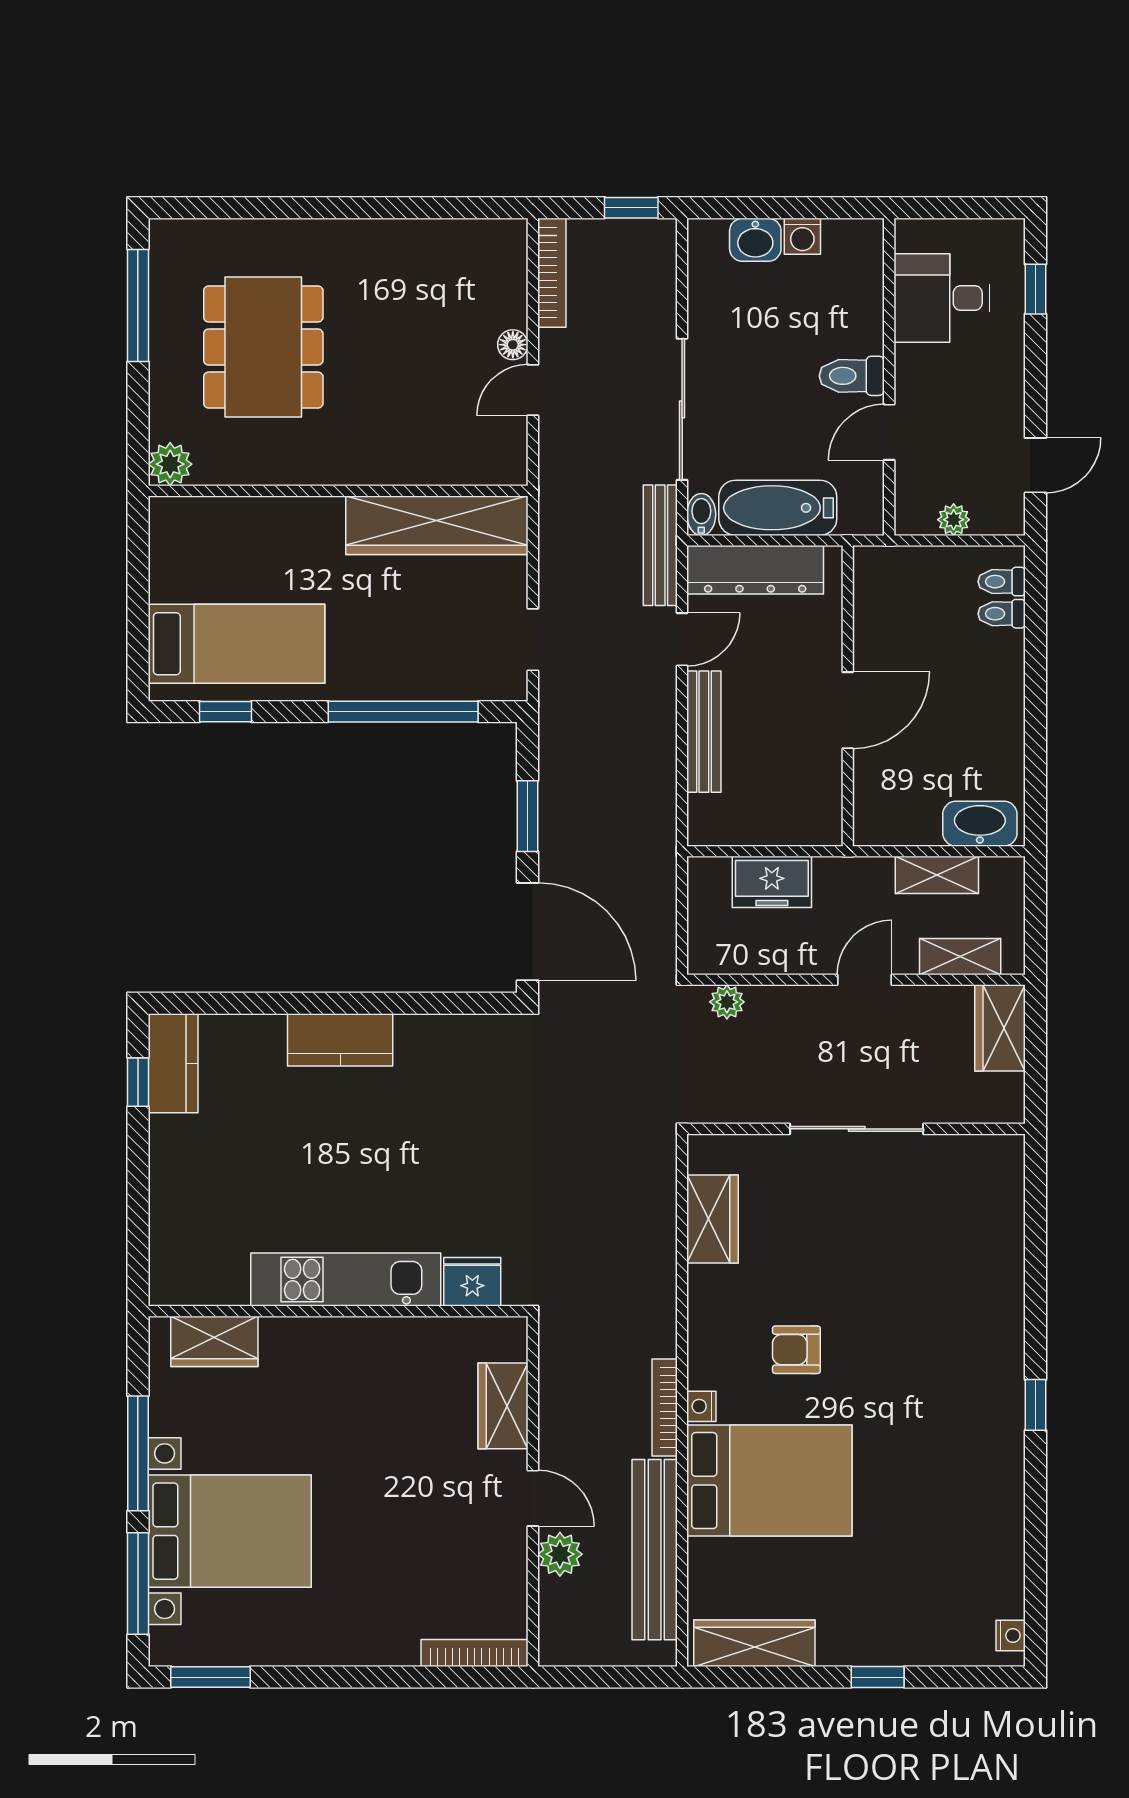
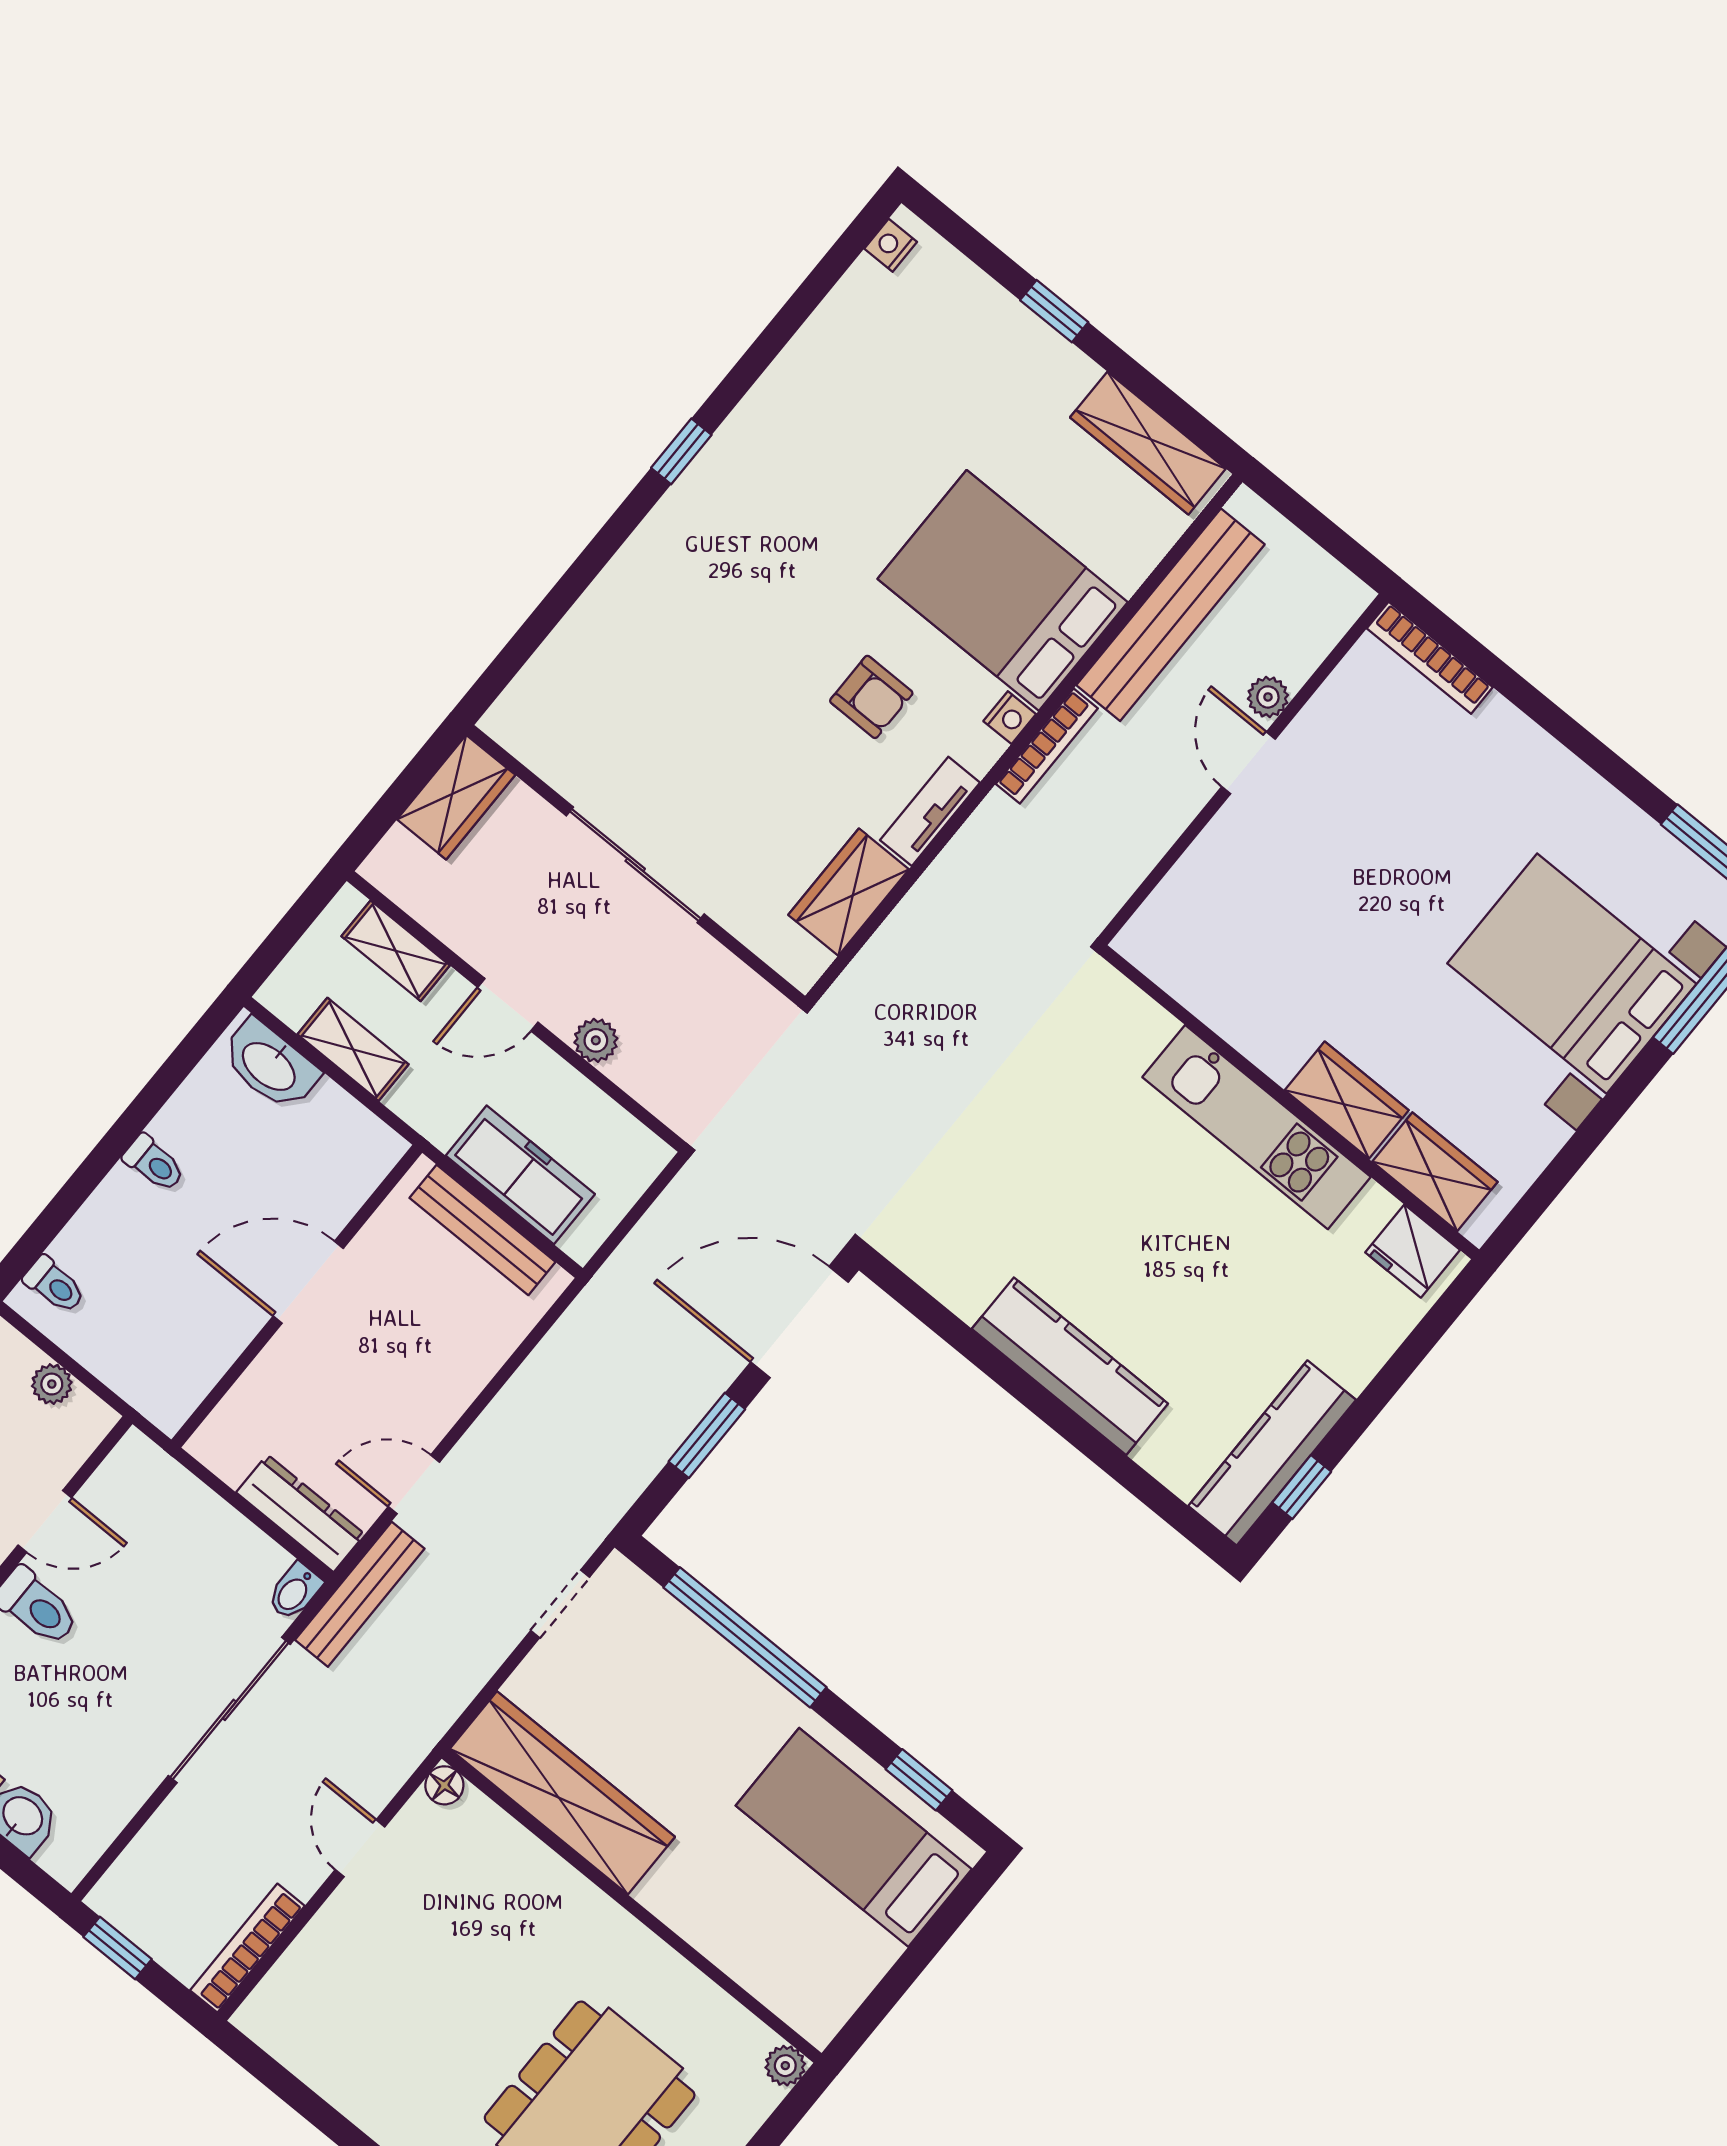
floor lamp: (513, 345) -> (444, 1785), moved
door: (533, 390) -> (360, 1848), swing flipped
plant: (170, 464) -> (785, 2066), width x0.73, depth x0.73
bathtub: (778, 508) -> (215, 1537), removed
dresser: (755, 570) -> (300, 1513), width x0.73, depth x0.80
toilet: (1002, 614) -> (154, 1163), moved
bench: (704, 732) -> (482, 1230), moved, turned 90
freezer: (772, 882) -> (520, 1175), width x1.40
door: (527, 932) -> (800, 1322), hinge flipped
plant: (727, 1002) -> (596, 1040), moved
wardrobe: (1000, 1028) -> (456, 797), moved
kitchen counter: (340, 1040) -> (1070, 1366), width x1.50
kitchen counter: (173, 1063) -> (1272, 1453), width x1.50
fridge: (472, 1282) -> (1413, 1251), moved
tv unit: (703, 1309) -> (930, 811), added
wardrobe: (503, 1406) -> (1347, 1100), moved, turned -90
window: (138, 1453) -> (1599, 1123), removed
plant: (560, 1554) -> (1268, 697), width x0.73, depth x0.73

